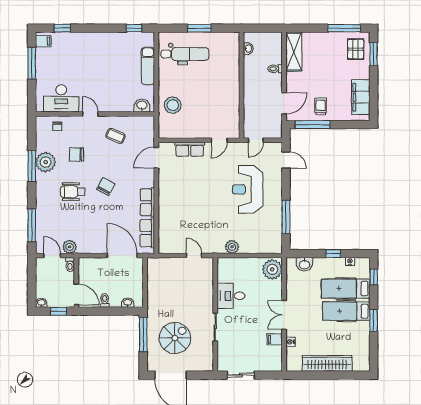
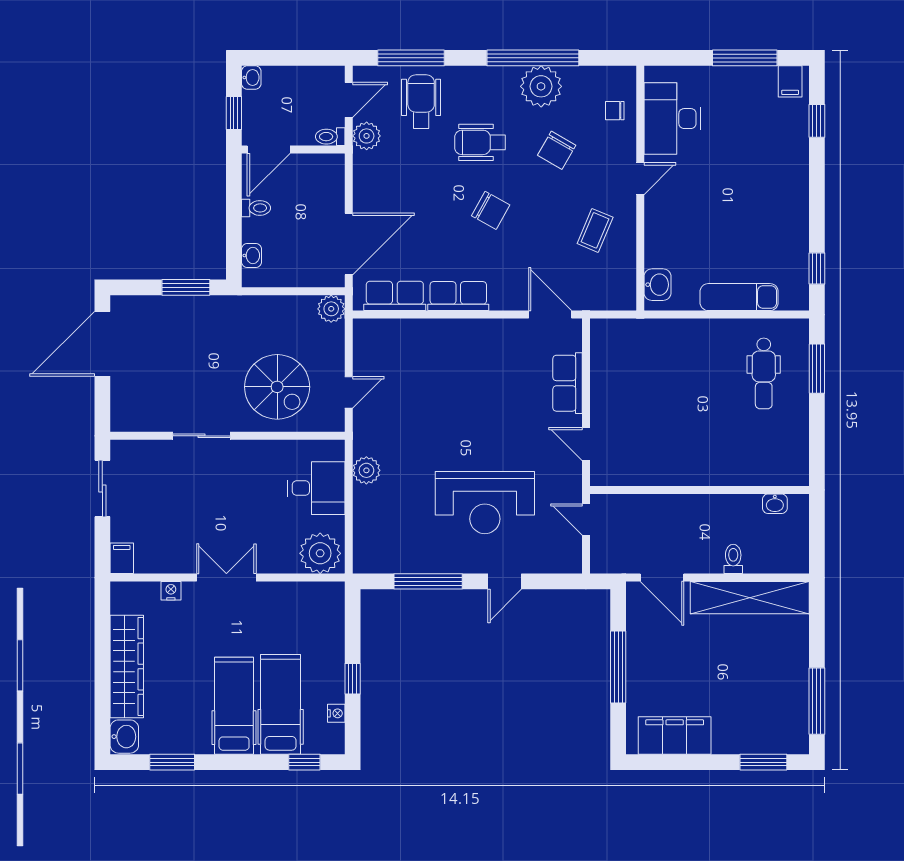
window: (199, 28) -> (817, 369), moved
pallet: (356, 49) -> (774, 725), removed
shelving: (294, 52) -> (750, 598), width x1.47
dental chair: (185, 54) -> (764, 373), width x0.73, depth x0.72
stool: (173, 105) -> (658, 348), removed
trolley: (321, 107) -> (655, 653), removed
window: (313, 125) -> (618, 667), moved
chair: (77, 155) -> (557, 150), turned -150
door: (286, 160) -> (505, 581), moved
window: (32, 166) -> (533, 58), width x1.46
reception desk: (248, 189) -> (485, 503), turned 180
wheelchair: (73, 192) -> (480, 142), turned -90
wheelchair: (53, 220) -> (421, 102), added
plant: (154, 264) -> (331, 309), added
washbasin: (305, 264) -> (124, 737), moved, turned 180
desk: (231, 296) -> (316, 488), moved, turned 90
window: (374, 320) -> (172, 762), moved
window: (143, 334) -> (186, 287), width x0.69
spiral stairs: (175, 338) -> (277, 387), moved
filing cabinet: (275, 339) -> (122, 558), moved

